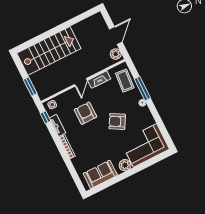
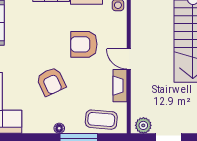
armchair: (85, 113) -> (84, 44), turned 180
armchair: (117, 122) -> (51, 81), turned 125

